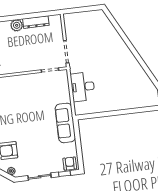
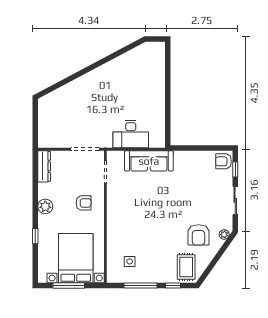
dresser: (36, 22) -> (44, 166), moved
armchair: (23, 56) -> (84, 203), added
sofa: (65, 123) -> (149, 161), moved

